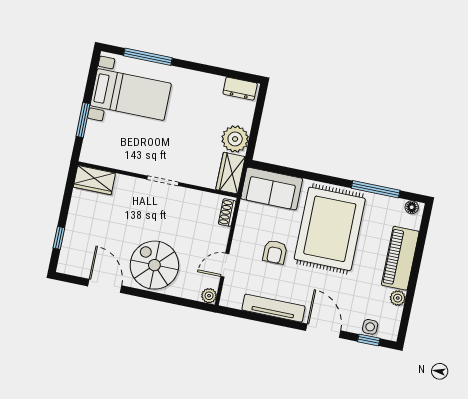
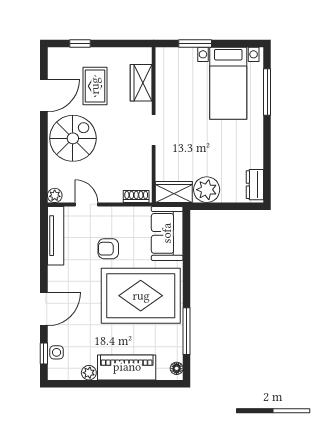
wardrobe: (94, 180) -> (141, 83), moved
rug: (106, 232) -> (95, 86), added
tv unit: (274, 308) -> (56, 236), moved

